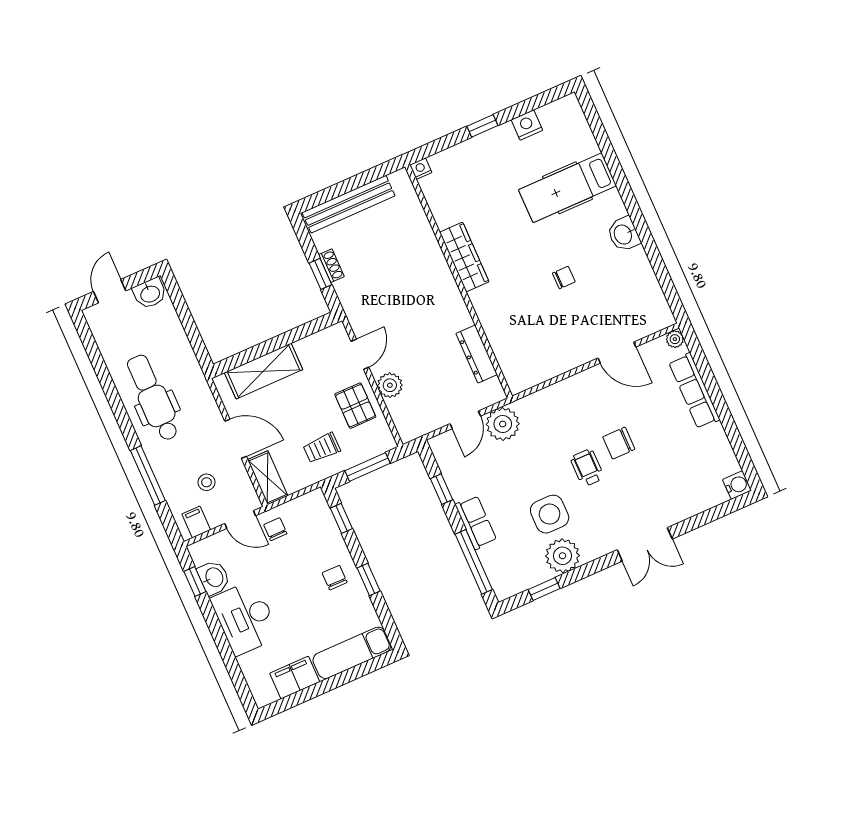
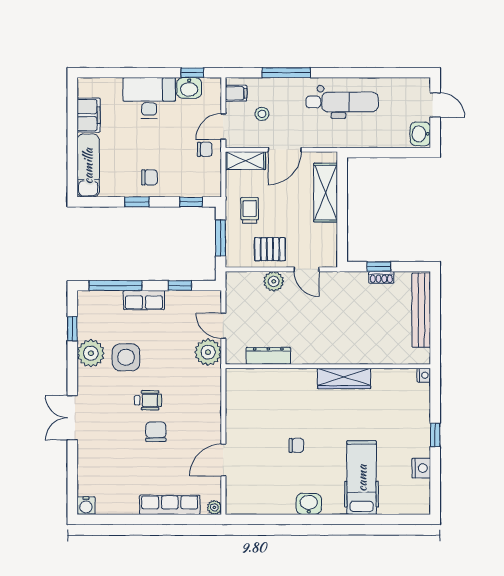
chair: (564, 278) -> (296, 445), turned -90

